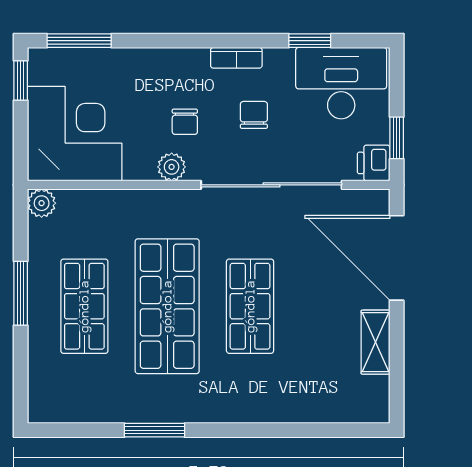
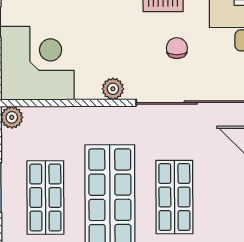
chair: (185, 122) -> (123, 54), removed

